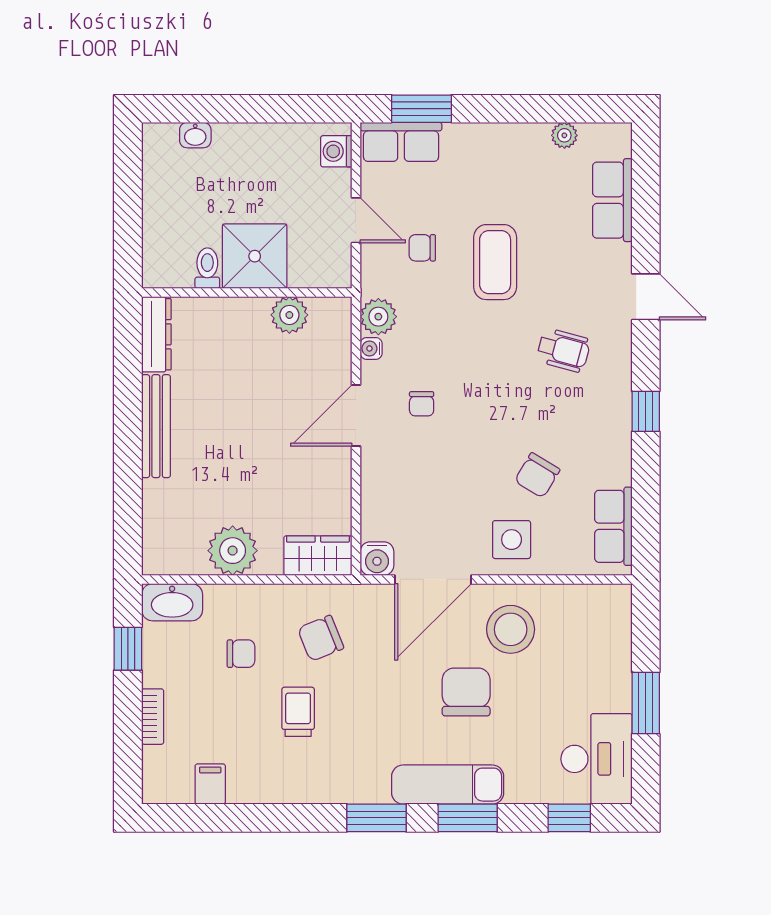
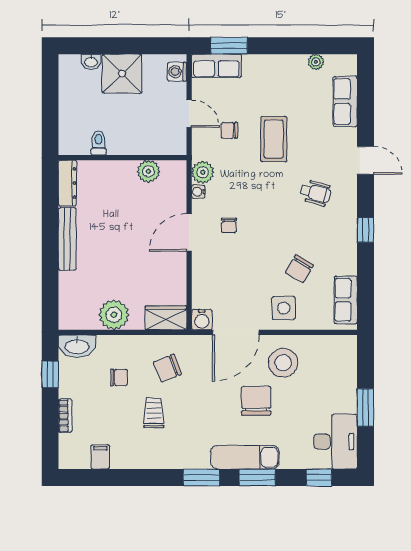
shower: (255, 256) -> (122, 74), moved

